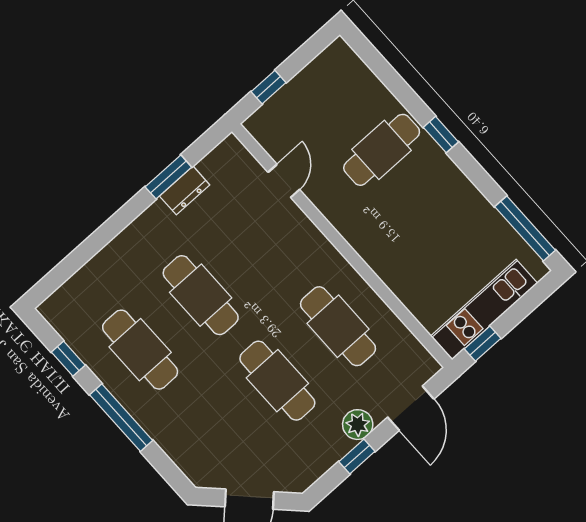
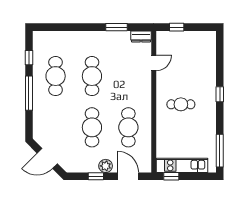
cafe table: (382, 150) -> (181, 104), moved, width x0.73, depth x0.74
dresser: (185, 190) -> (141, 36), moved
door: (411, 408) -> (128, 176), swing flipped

